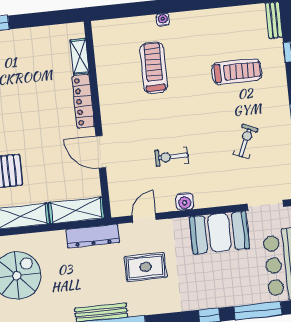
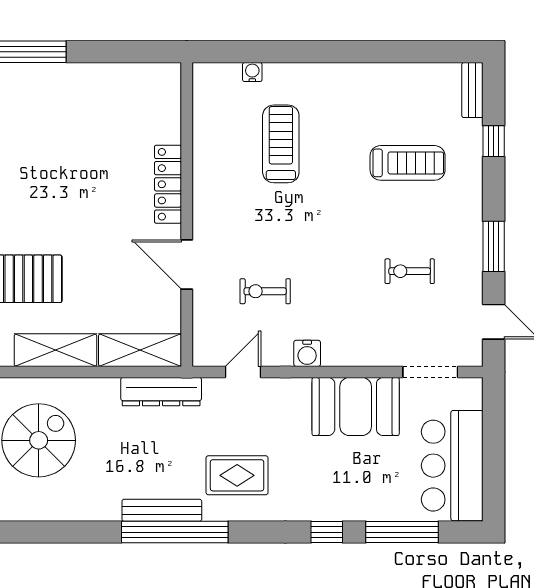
water cooler: (163, 20) -> (252, 72), moved
shelving: (80, 57) -> (169, 115), removed
exercise bike: (245, 141) -> (410, 271), turned -114
exercise bike: (172, 157) -> (265, 291), moved
rug: (145, 267) -> (237, 475), moved

